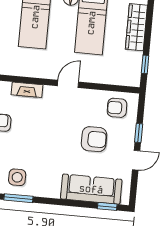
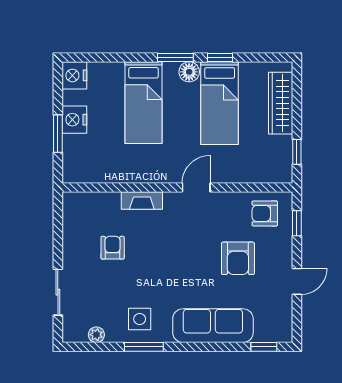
window: (139, 133) -> (297, 223), moved
armchair: (94, 139) -> (238, 258), turned 90
sofa: (91, 189) -> (213, 326), moved

